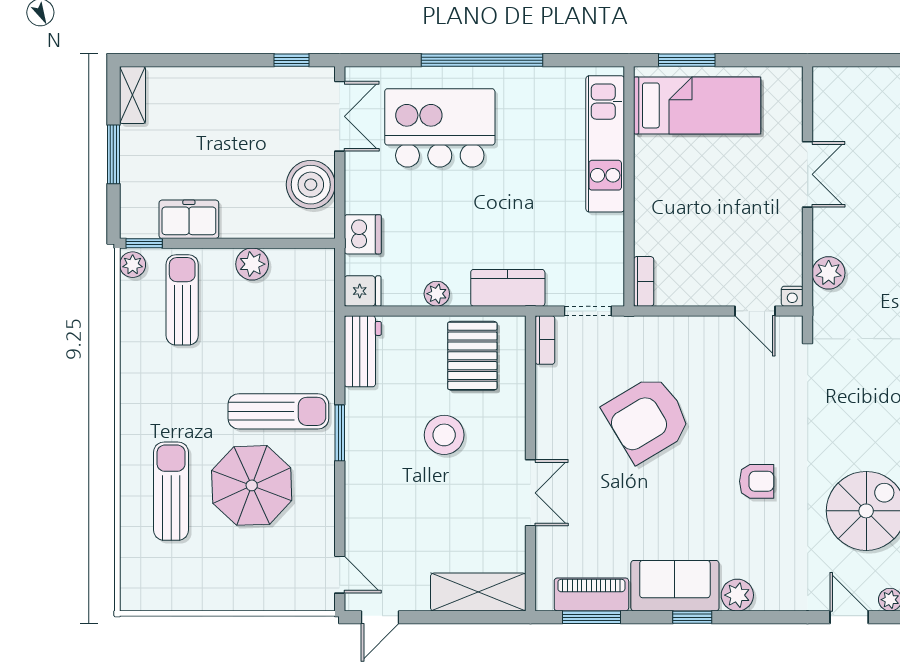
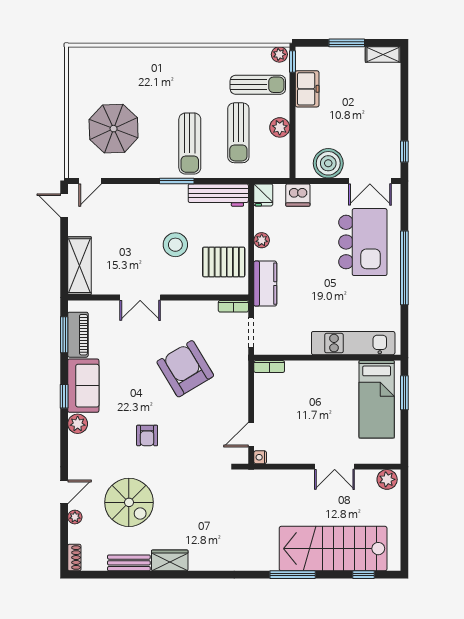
plant: (829, 273) -> (387, 479), moved
workbench: (363, 351) -> (218, 195), width x1.38
parasol: (252, 485) -> (114, 129), moved
sun lounger: (171, 491) -> (238, 133), moved, turned 90

